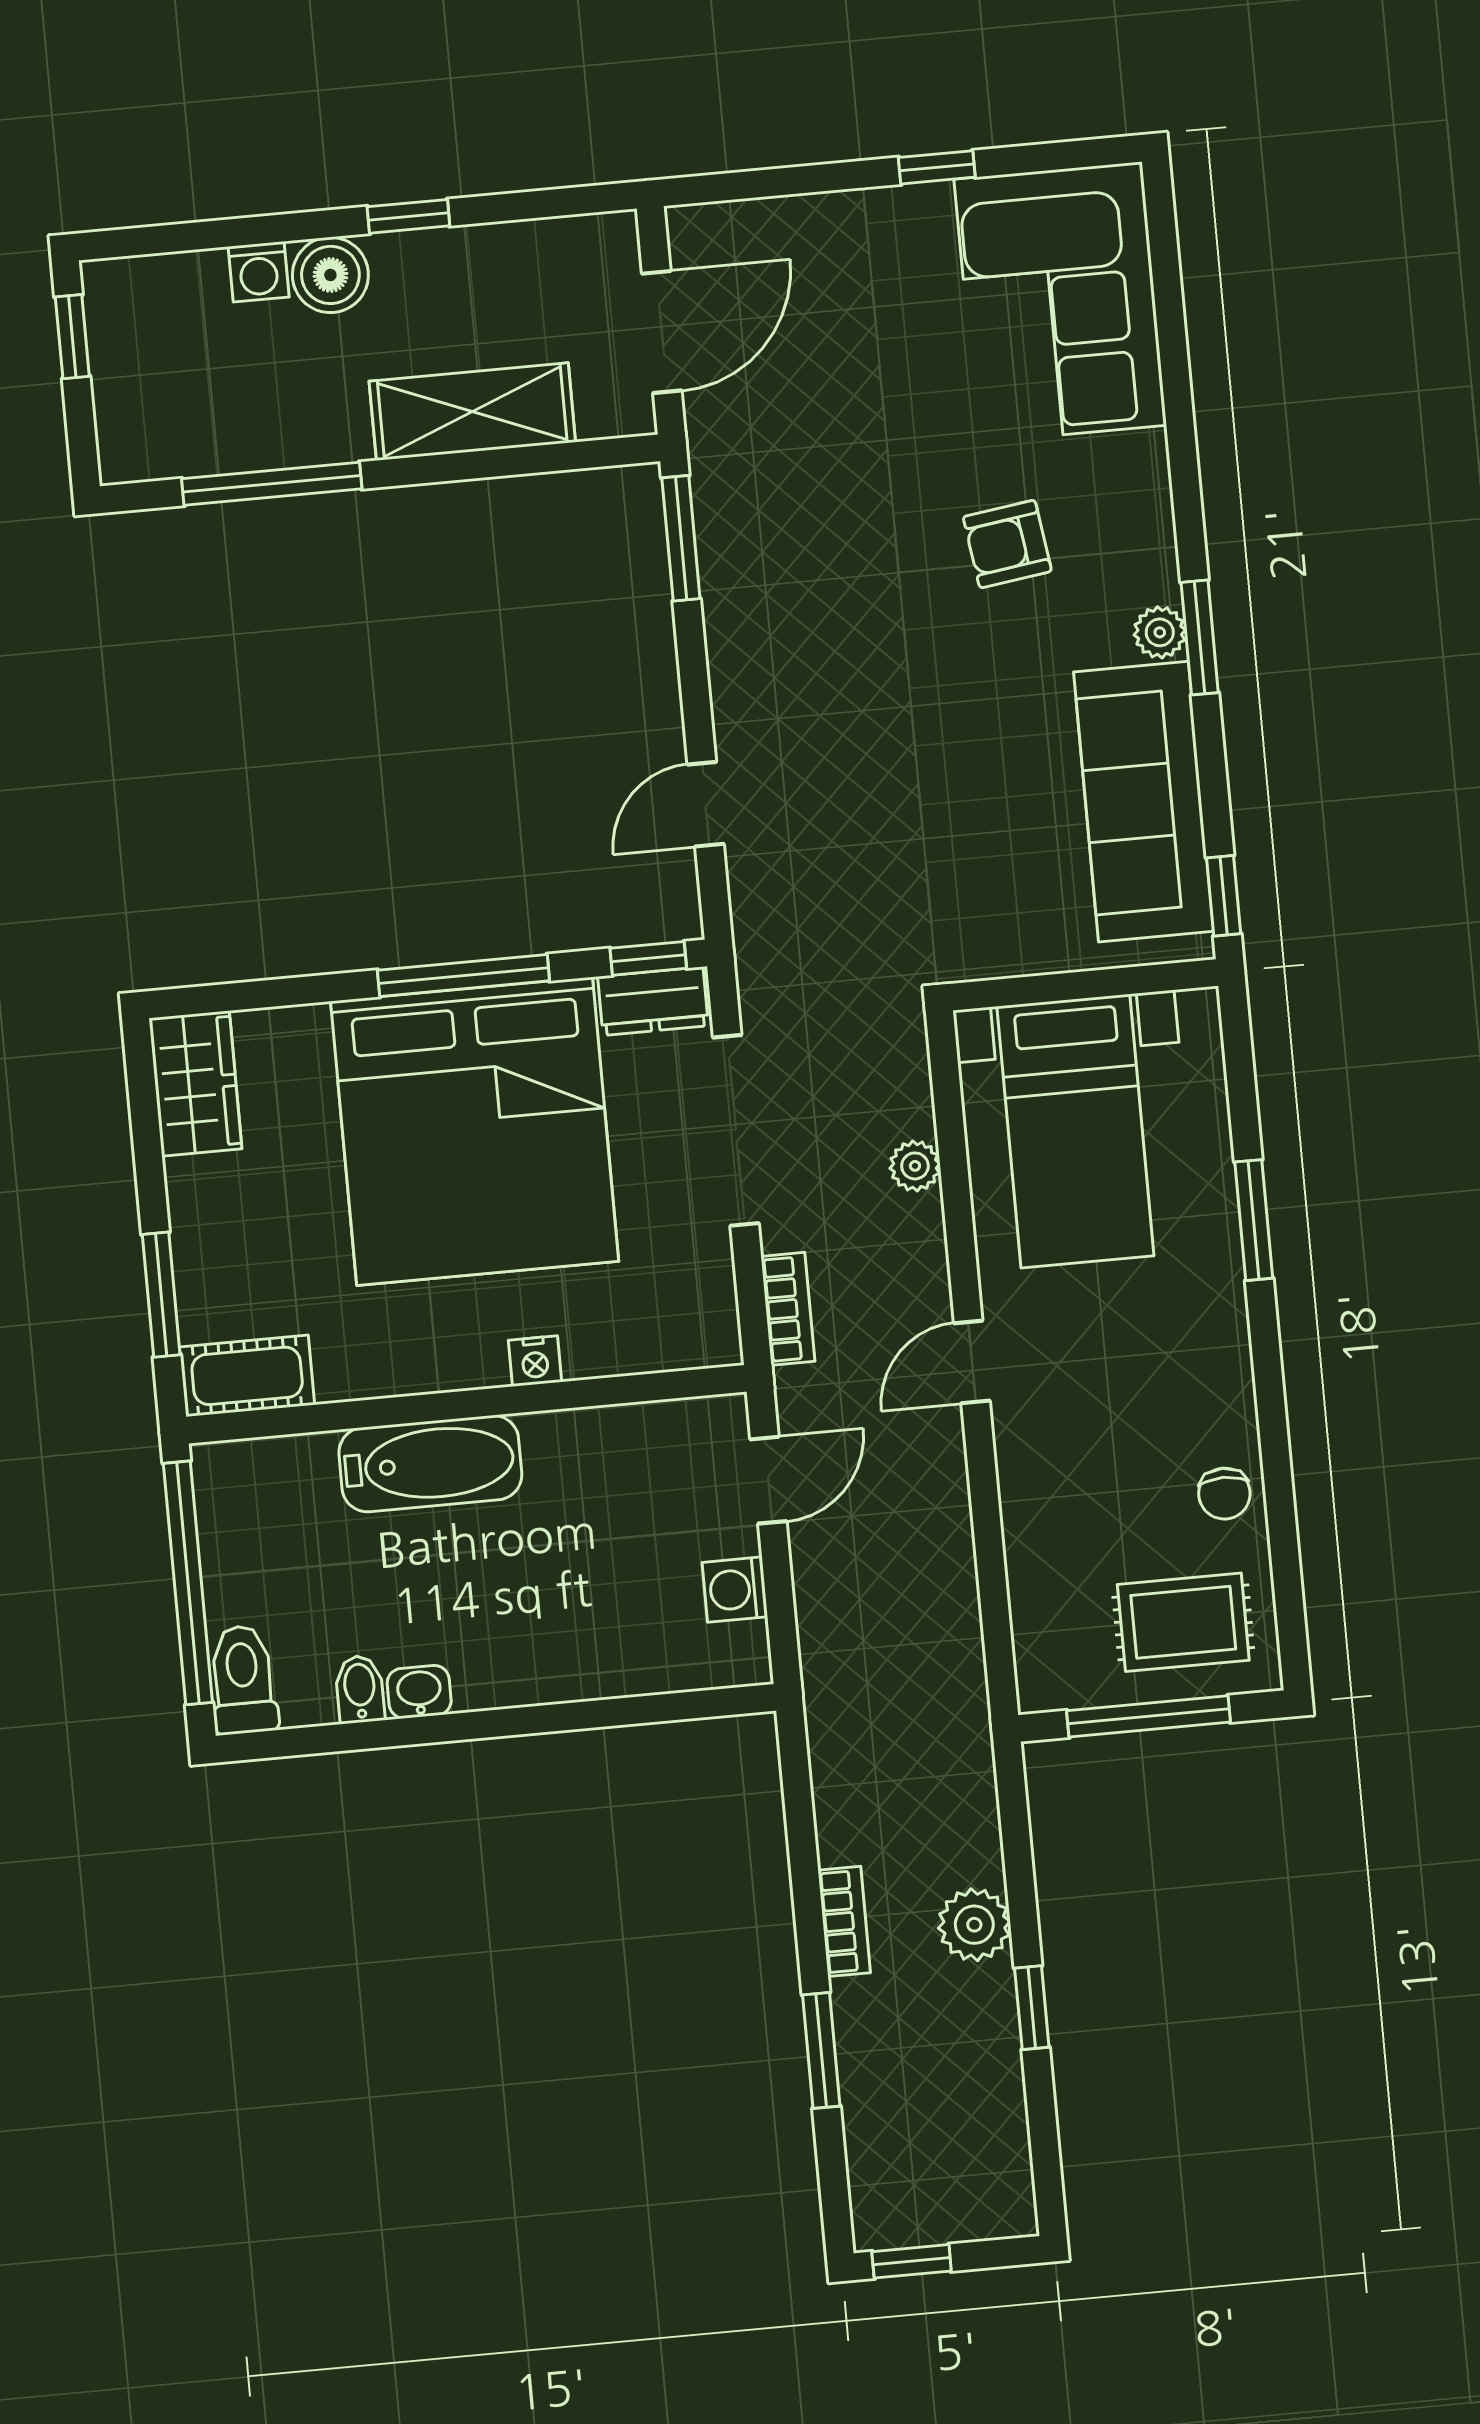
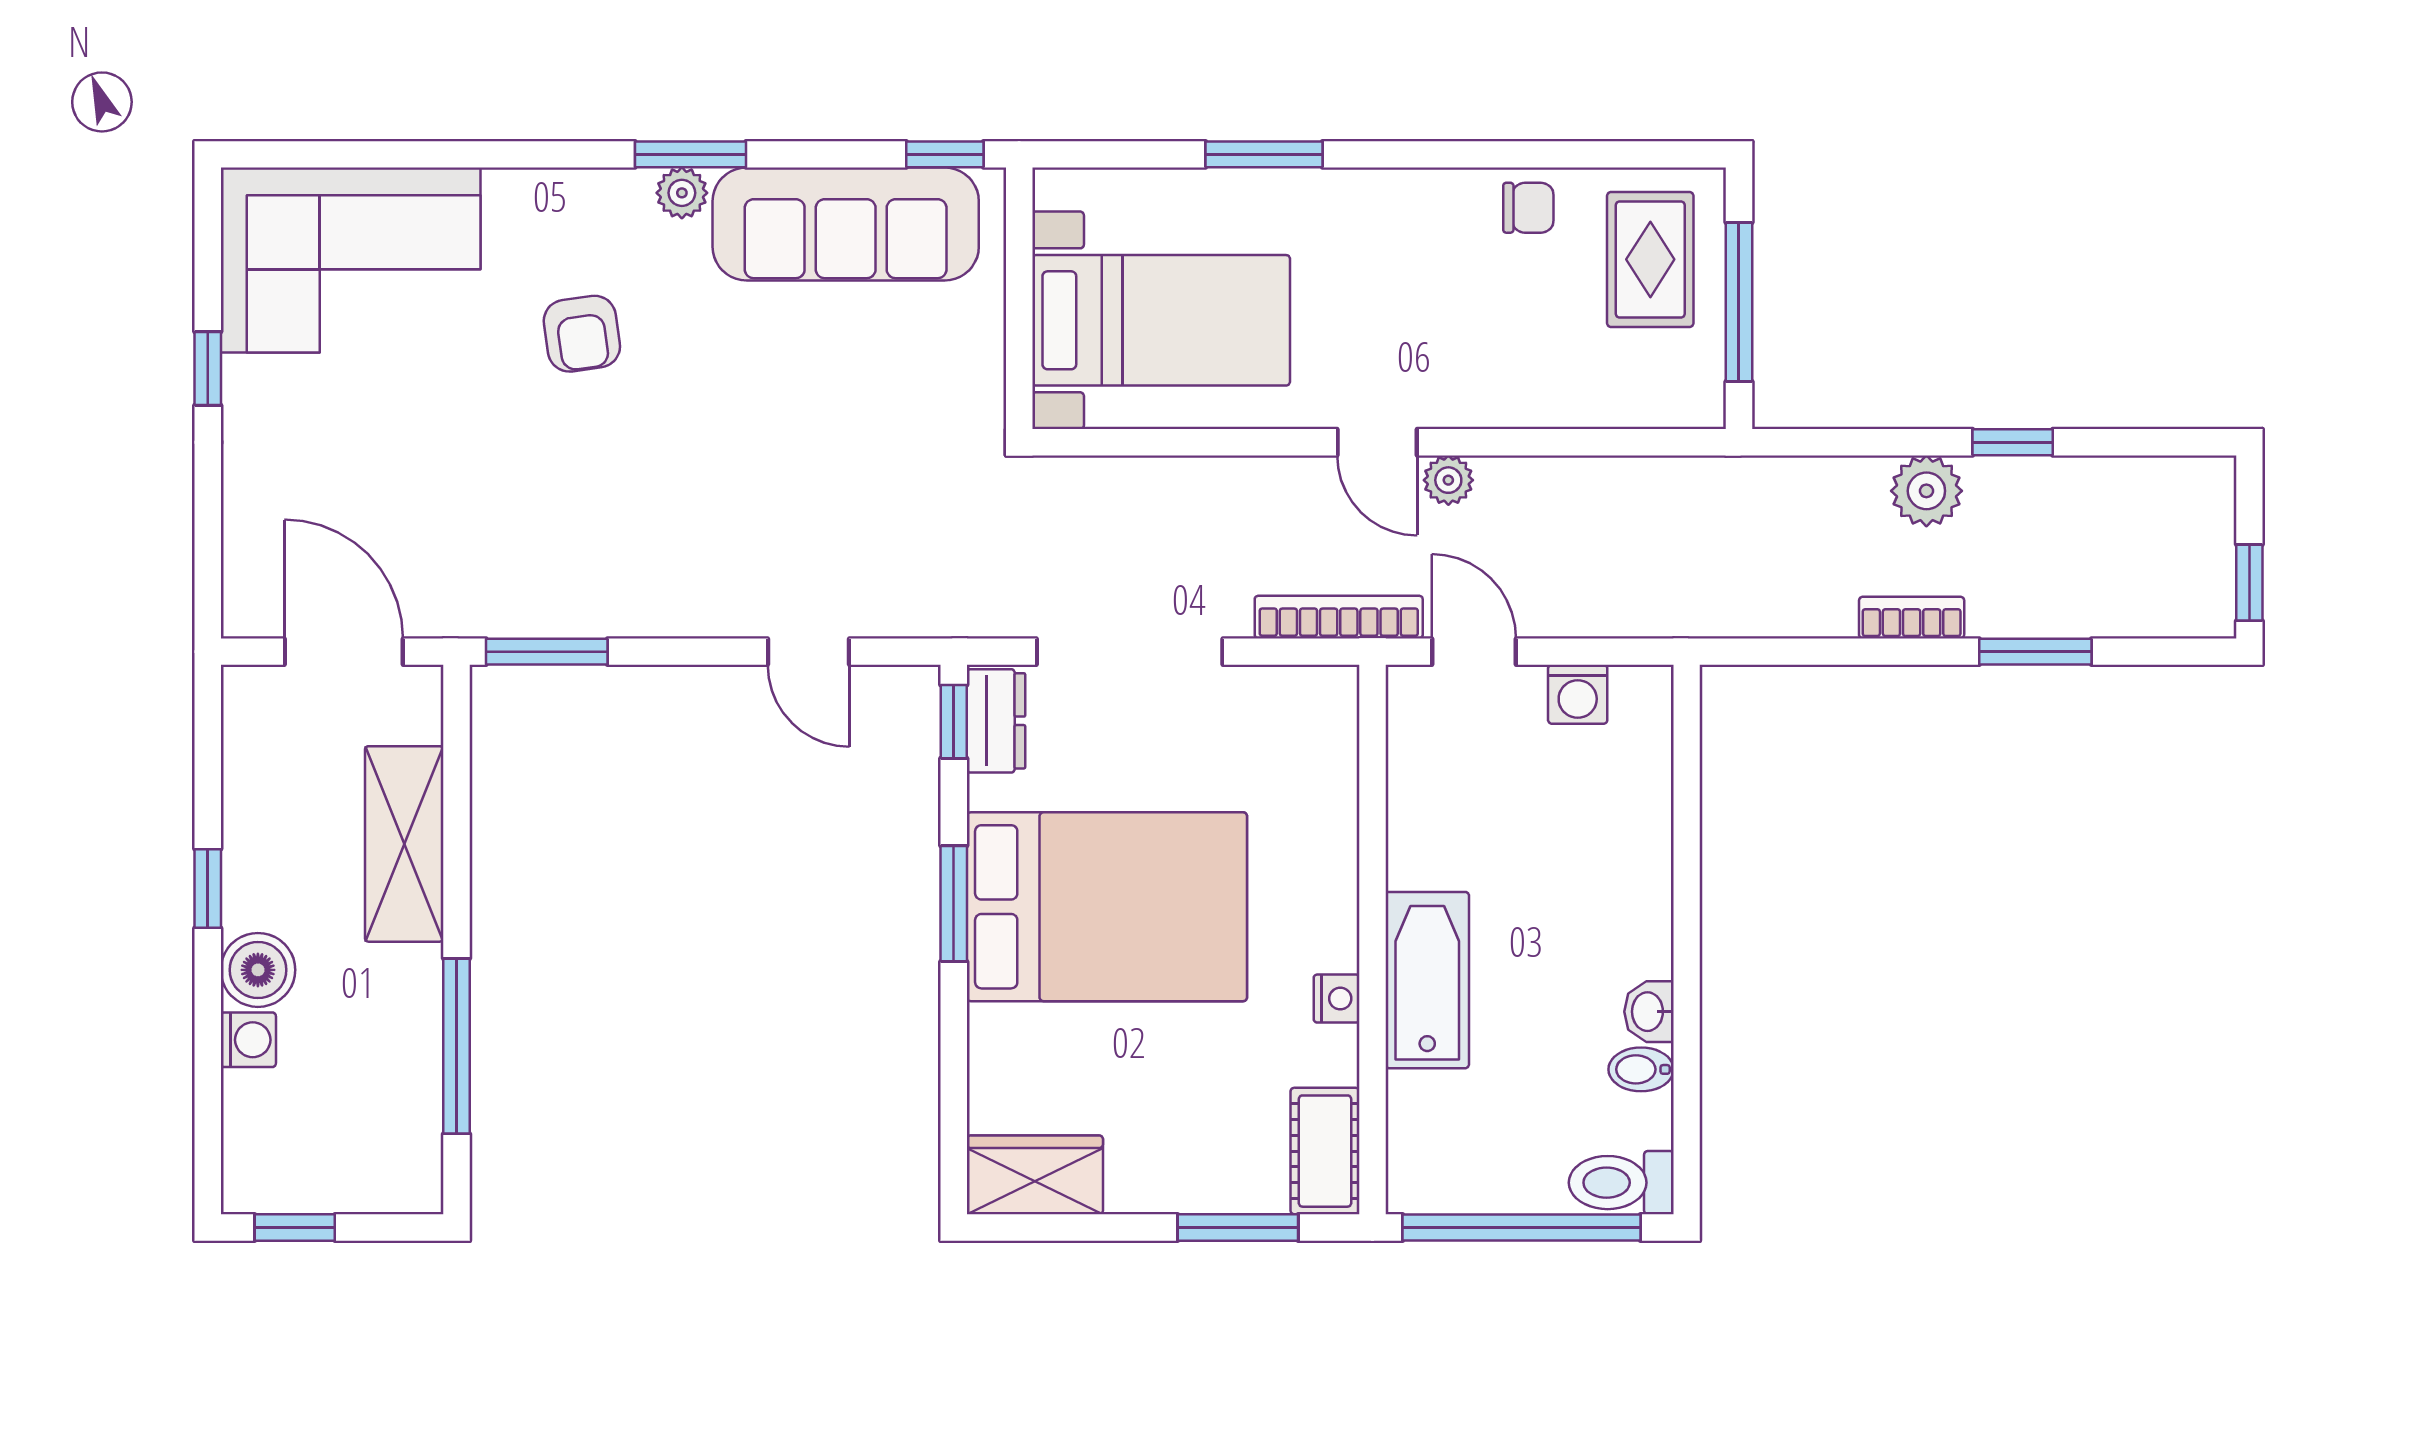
window: (463, 975) -> (954, 904), width x0.69
bed: (475, 1131) -> (1107, 907), width x0.73
plant: (915, 1166) -> (1448, 480), moved
bookcase: (788, 1309) -> (1339, 617), width x1.56
nightstand: (535, 1361) -> (1337, 999), moved

